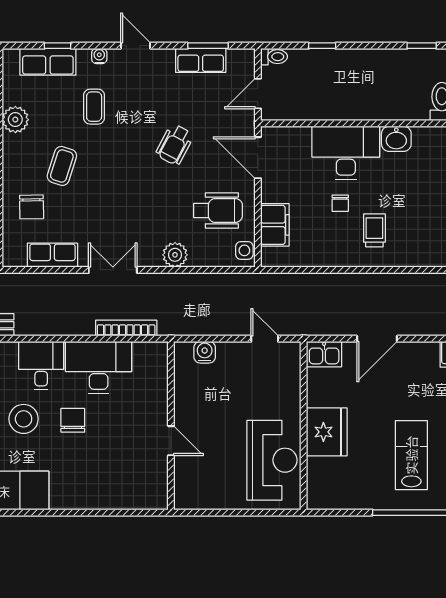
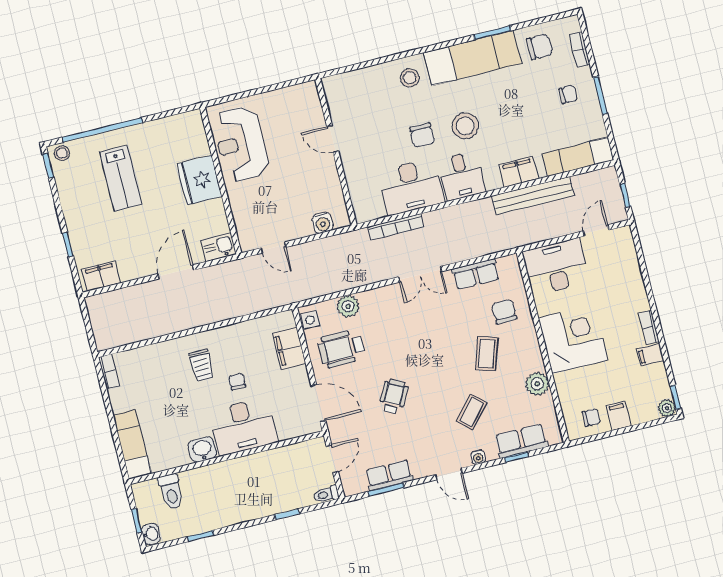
coffee table: (94, 107) -> (472, 412), turned 42
plant: (175, 255) -> (348, 306), moved
stool: (71, 486) -> (410, 78), added

